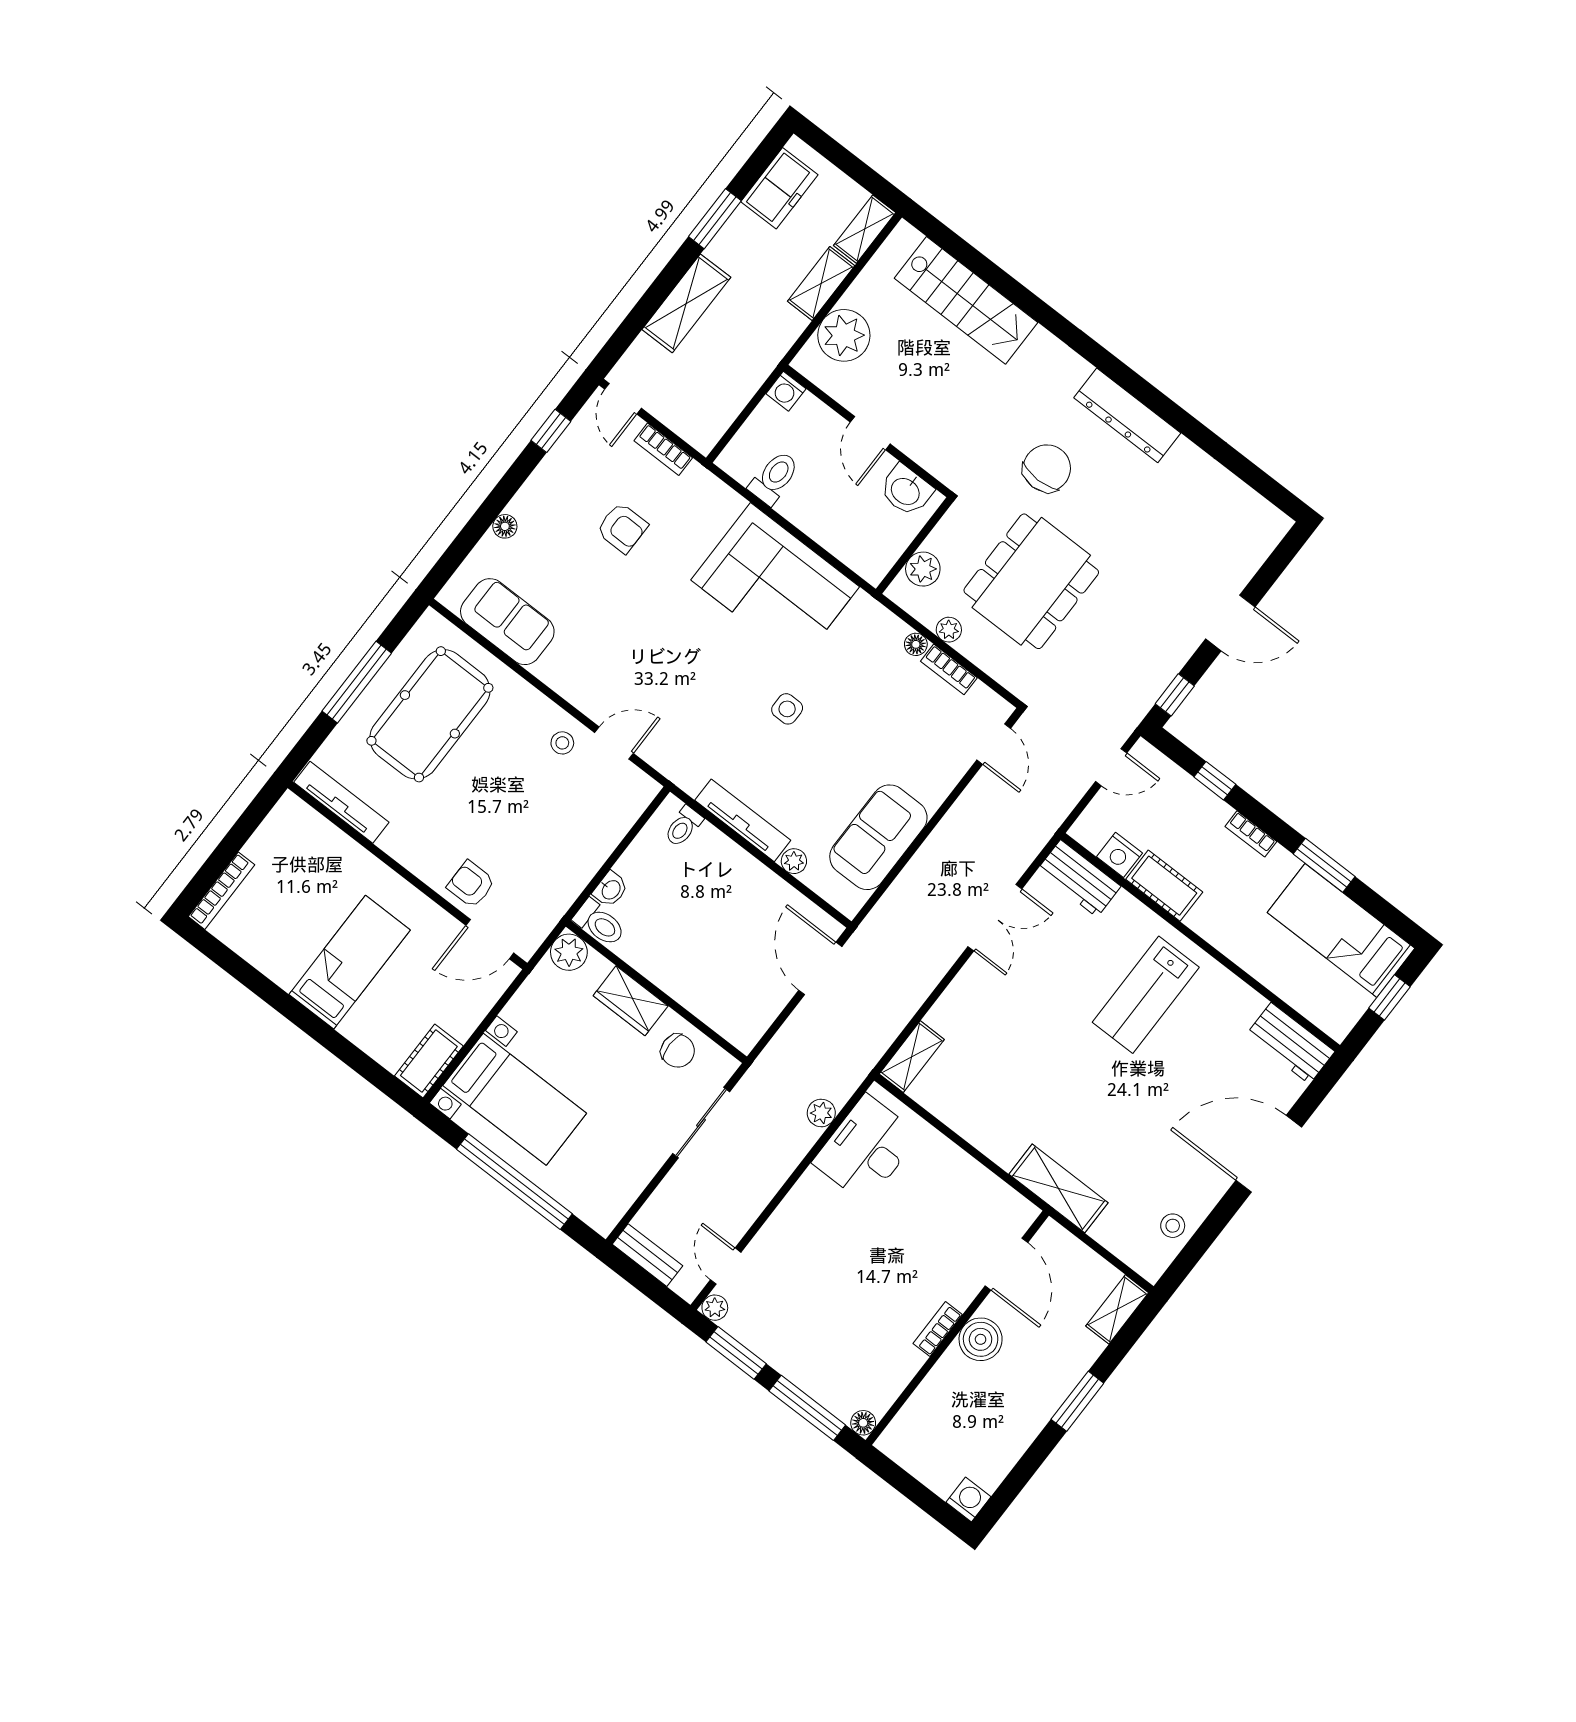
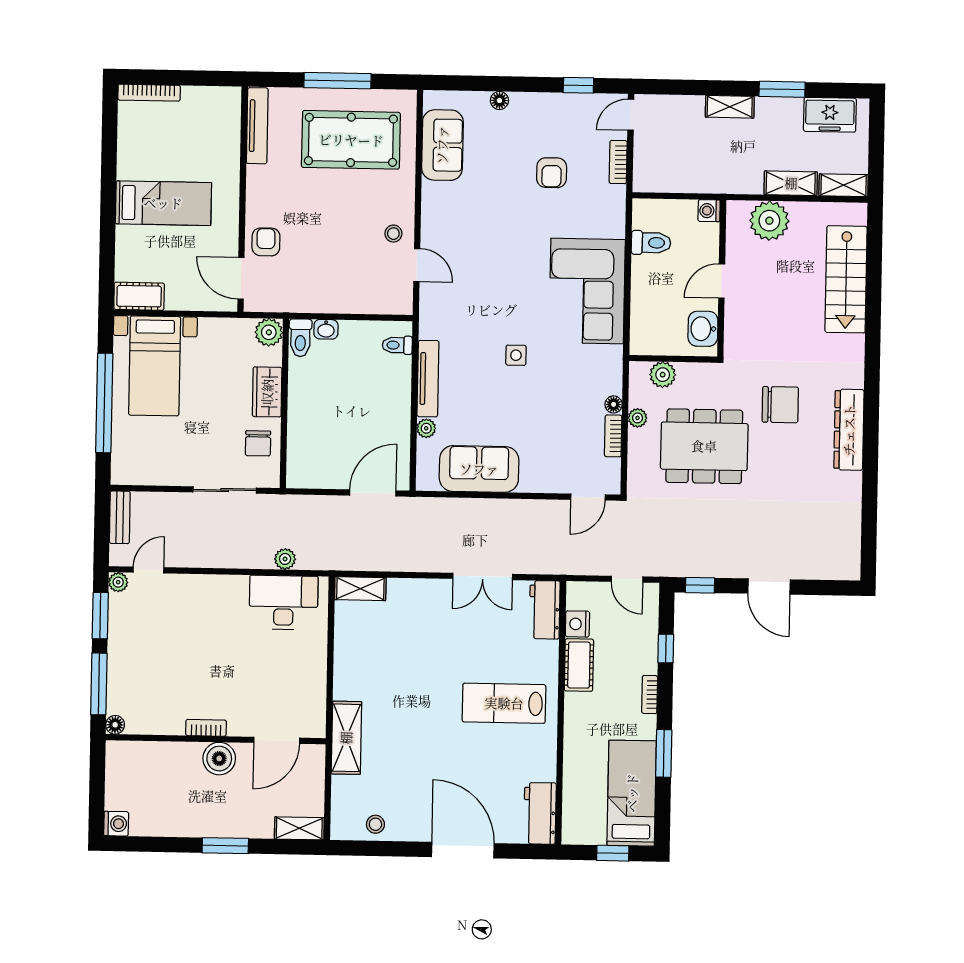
shelving: (686, 303) -> (730, 107), width x0.67, depth x0.75

